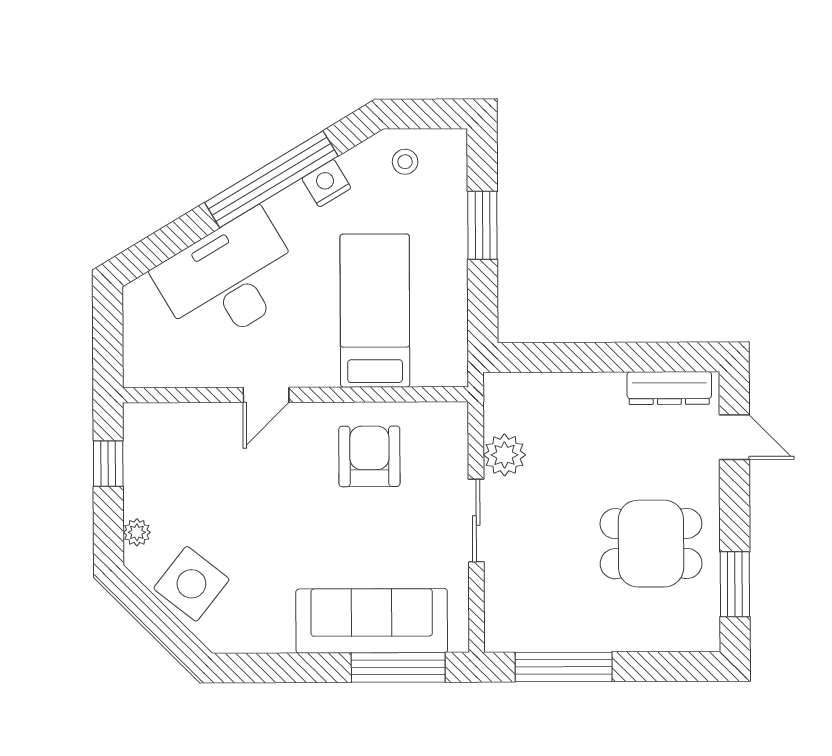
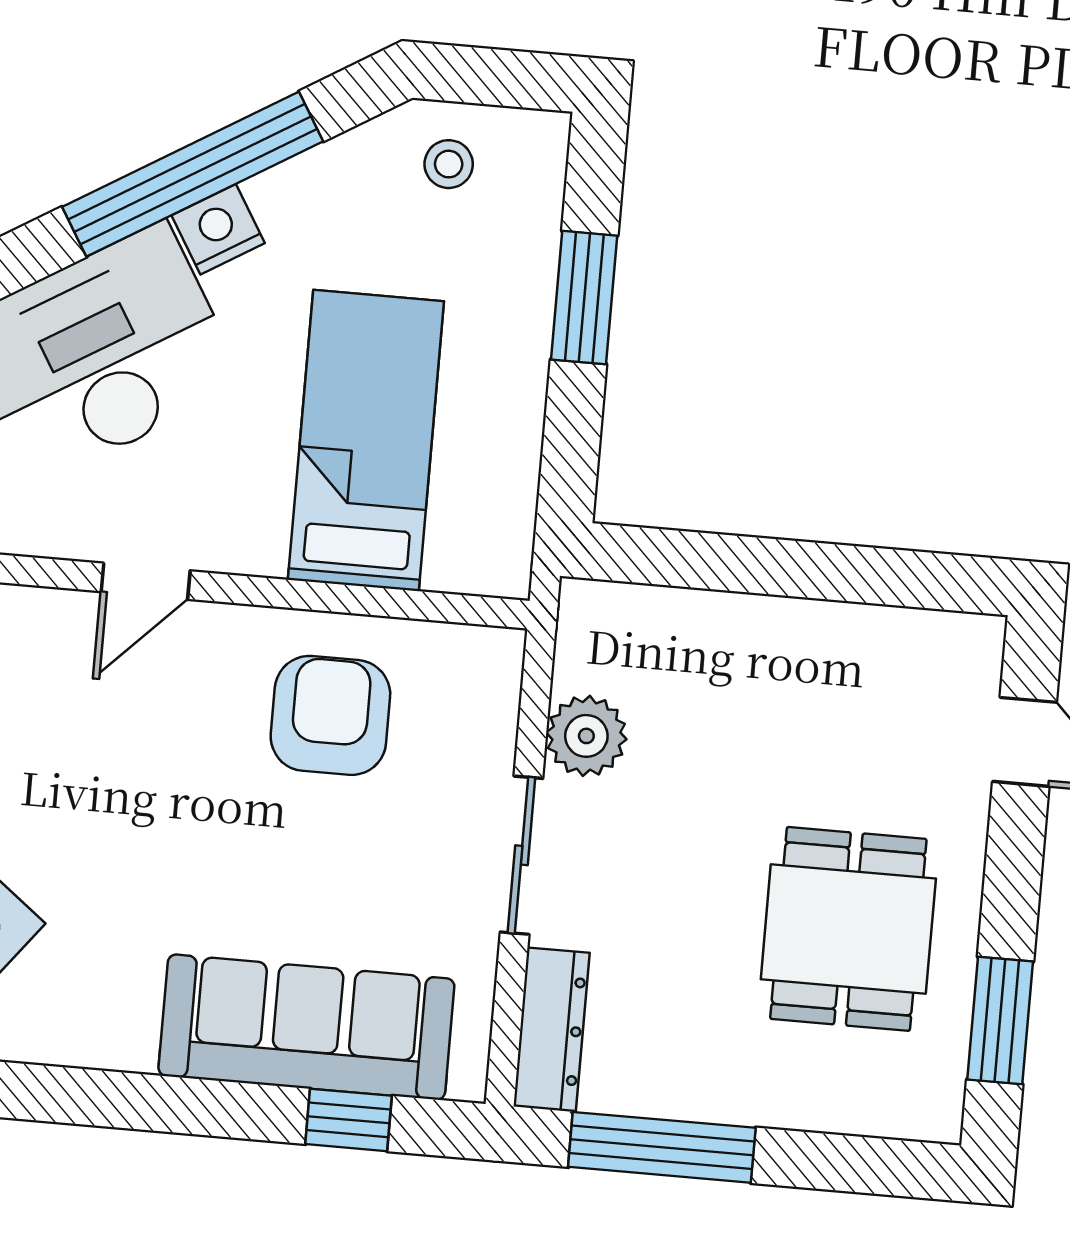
nightstand: (326, 183) -> (218, 229), moved
dresser: (669, 388) -> (552, 1030), moved, turned -90
dining table: (651, 544) -> (848, 929), turned 90
window: (398, 667) -> (349, 1120), width x0.46

